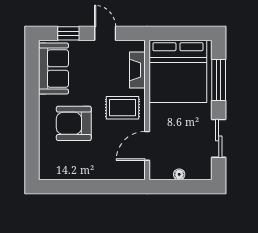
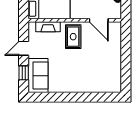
sofa: (54, 69) -> (38, 76), moved, turned 90
armchair: (74, 123) -> (84, 69), removed

